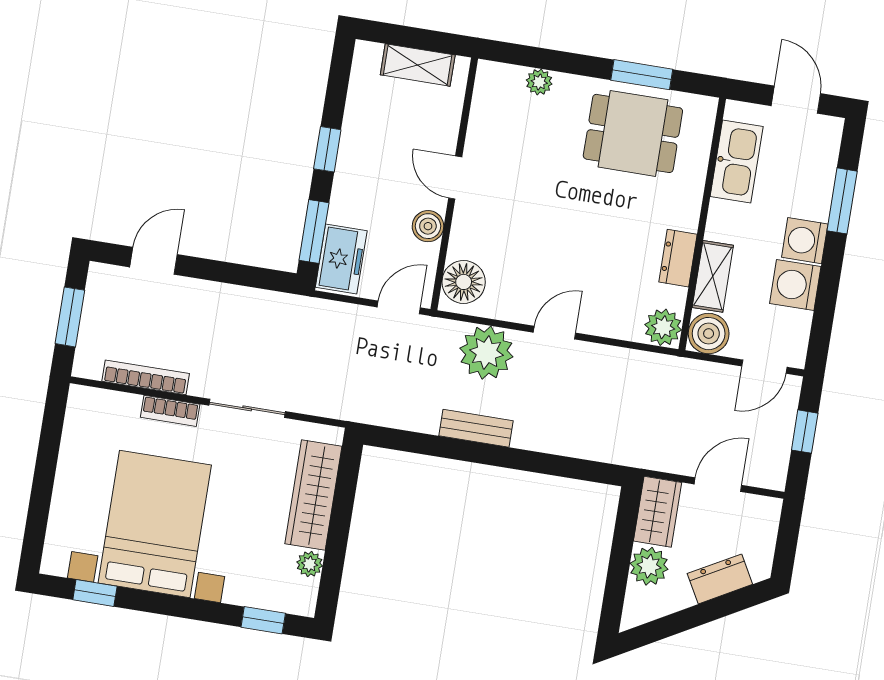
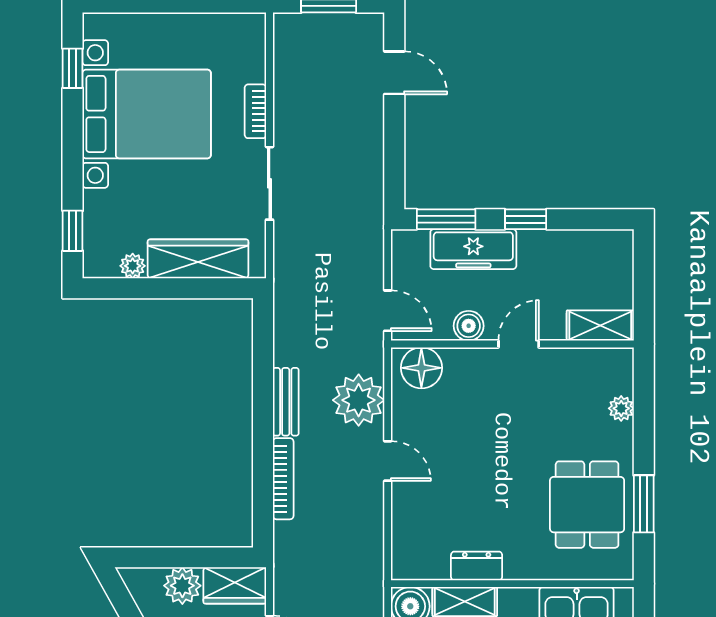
shelving: (418, 65) -> (600, 326), moved, turned 90
freezer: (341, 259) -> (473, 249), moved, width x1.40
plant: (663, 327) -> (409, 563), removed
bookcase: (146, 377) -> (283, 479), moved

